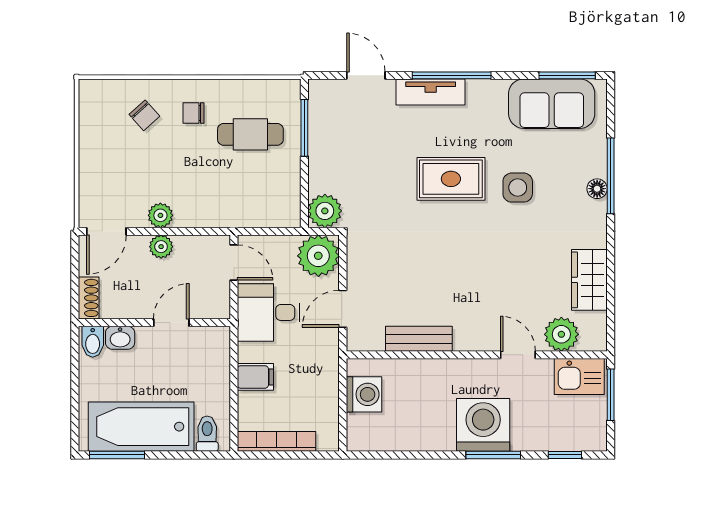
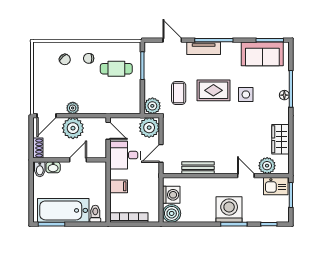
coffee table: (379, 184) -> (179, 93), added
plant: (161, 247) -> (73, 128), width x1.88, depth x1.88
boiler: (365, 433) -> (172, 213), added

